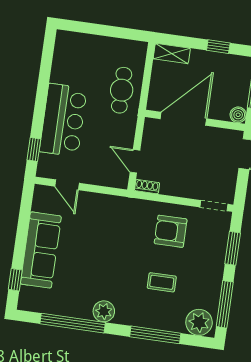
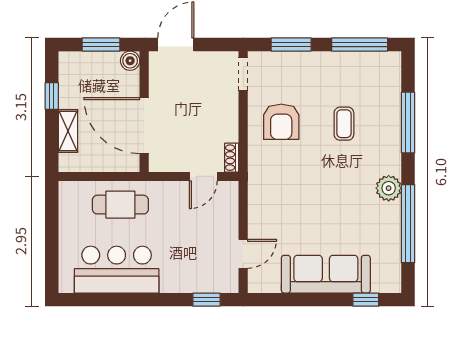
shelving: (172, 53) -> (68, 131), moved
bar counter: (63, 120) -> (117, 270), moved
plant: (199, 322) -> (386, 72), removed

